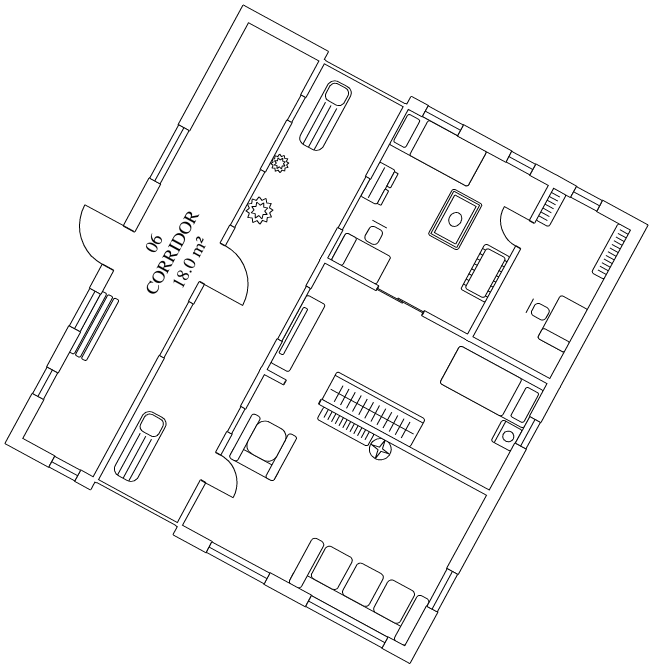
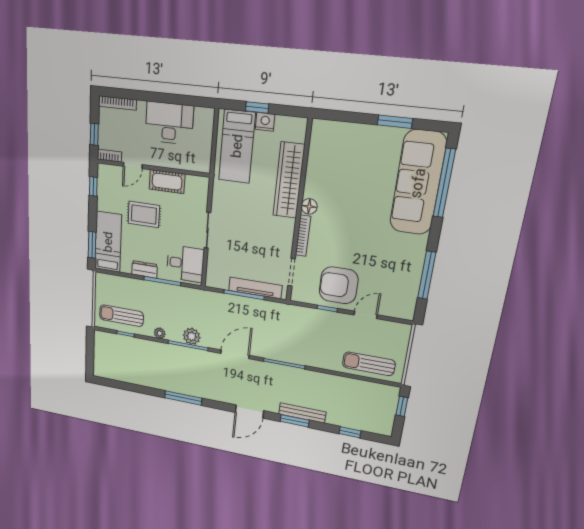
desk: (553, 319) -> (169, 123), width x1.37
wardrobe: (374, 409) -> (289, 180), moved

